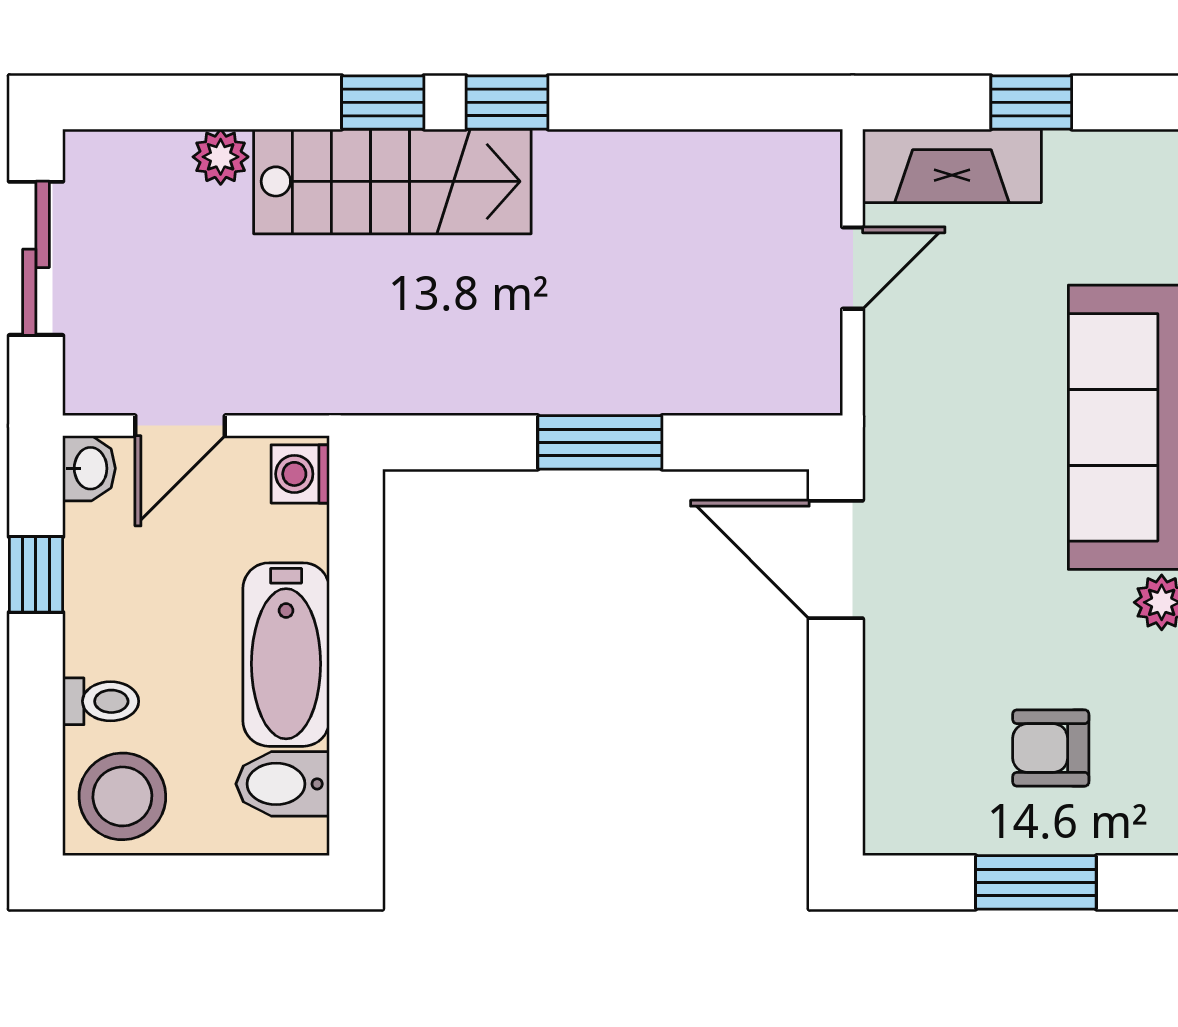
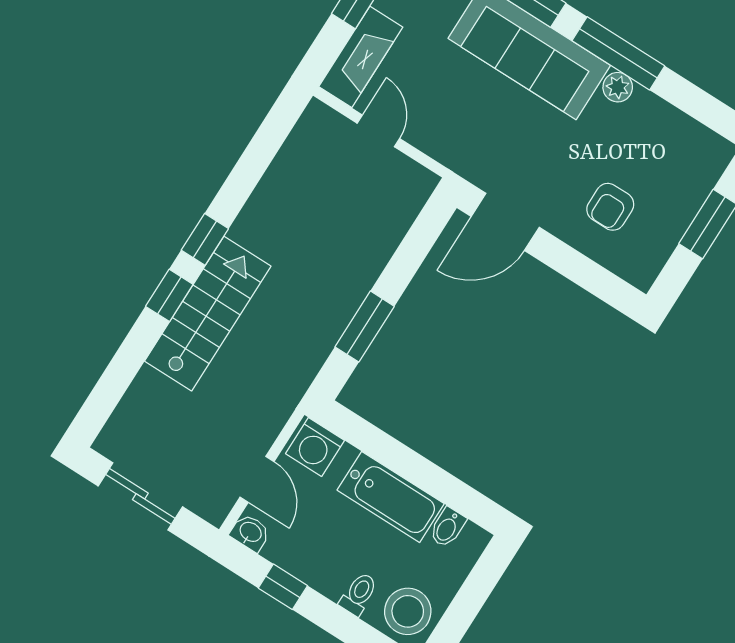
plant: (221, 157) -> (147, 384), removed
window: (600, 442) -> (365, 327), moved
washing machine: (300, 474) -> (315, 447), width x1.38, depth x1.38
armchair: (1051, 748) -> (610, 207), moved
bidet: (283, 784) -> (447, 527), width x0.72, depth x0.74

